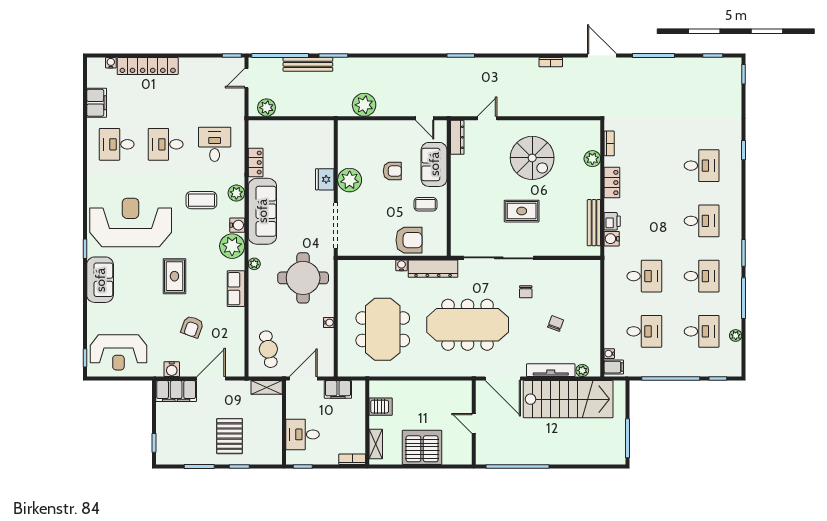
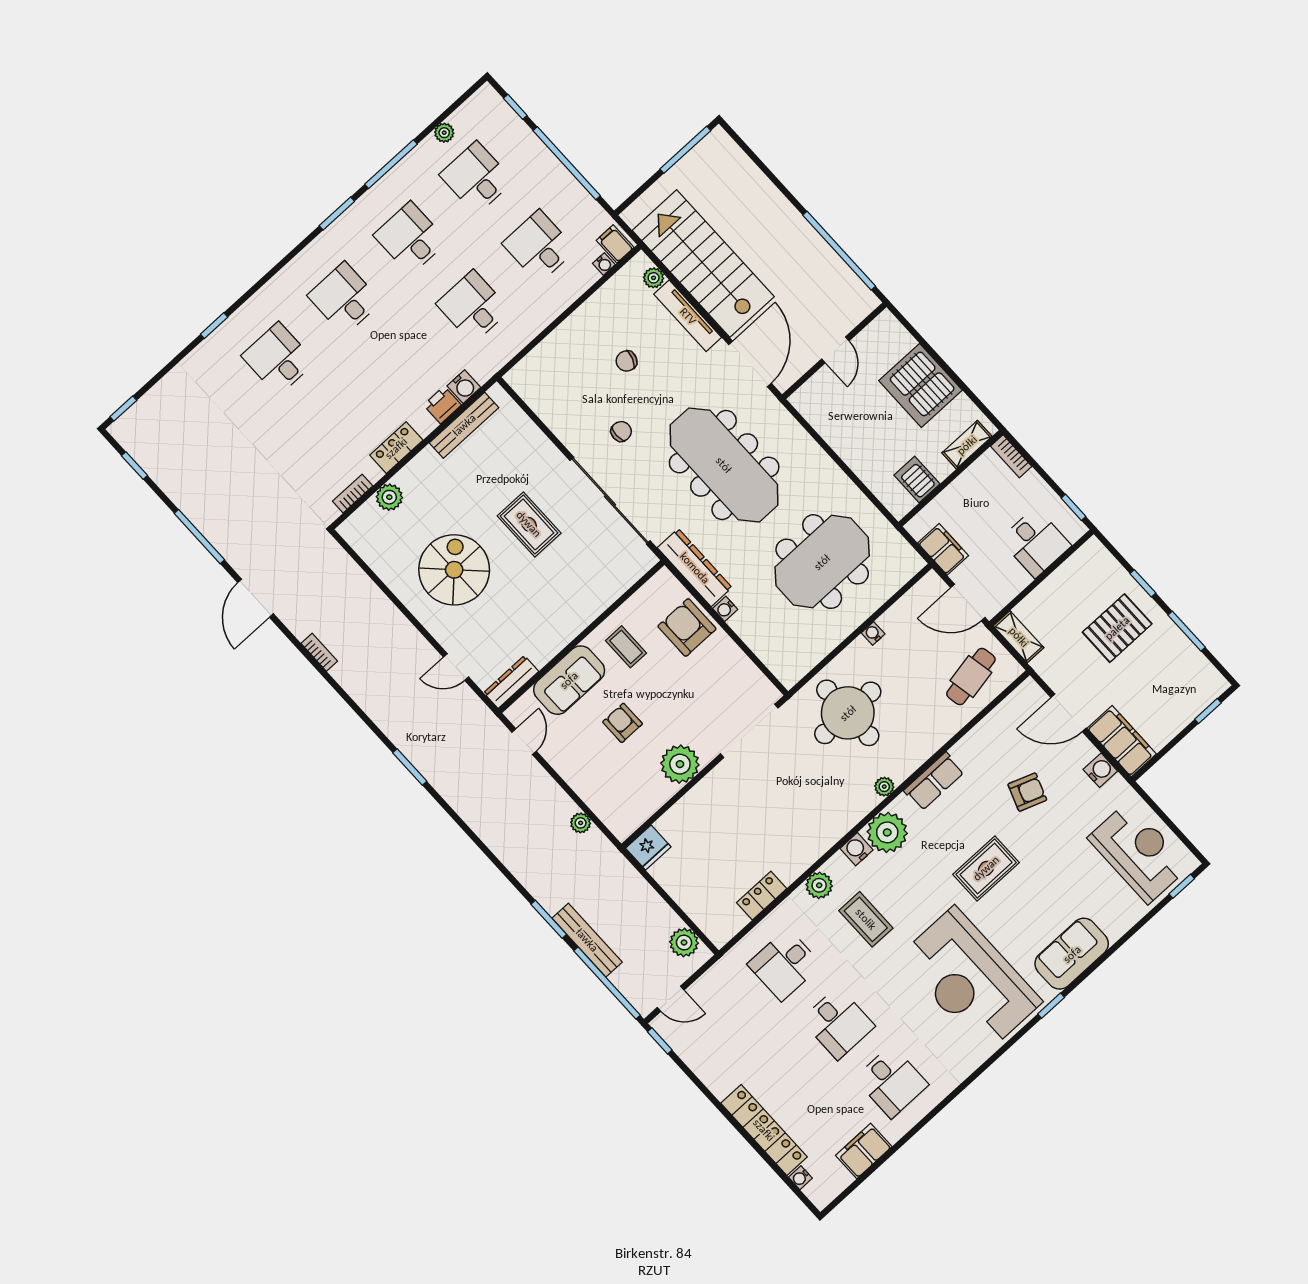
plant: (364, 105) -> (581, 823), width x0.53, depth x0.53
fridge: (325, 179) -> (648, 847), moved
sofa: (262, 211) -> (812, 834), removed

